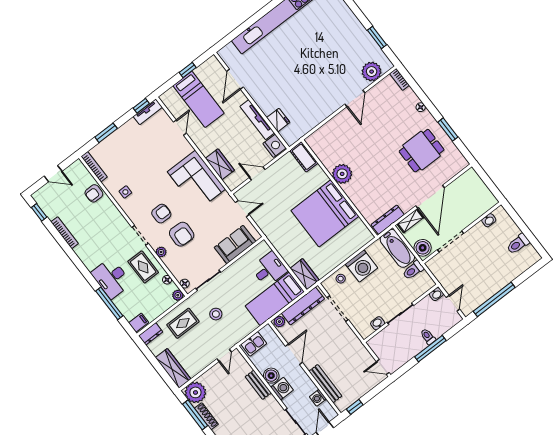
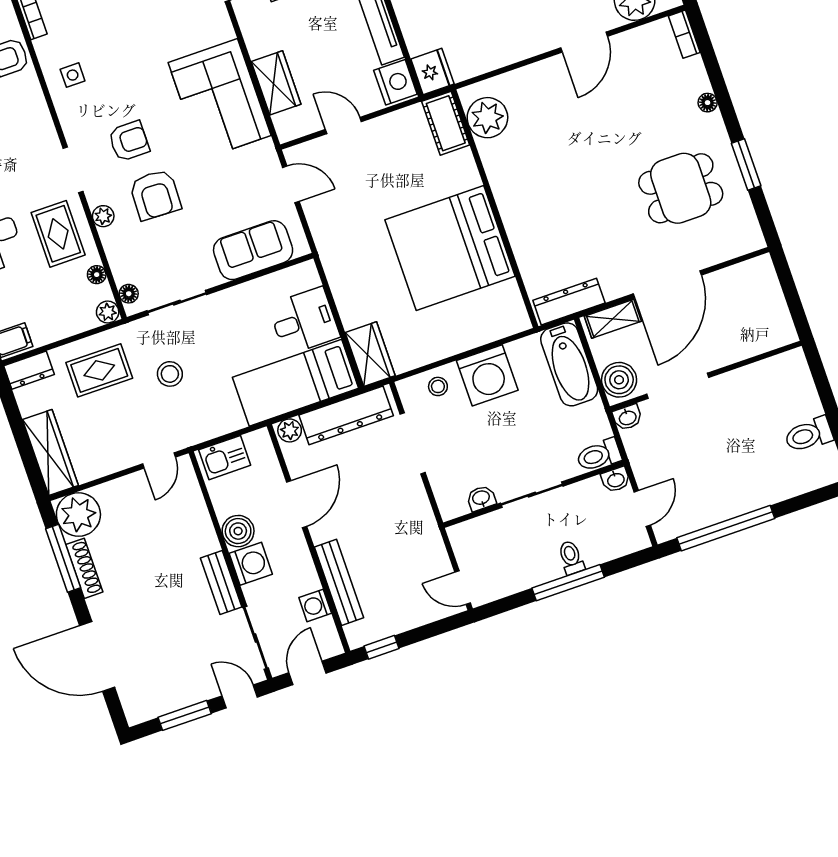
fridge: (278, 120) -> (432, 72), moved
plant: (342, 174) -> (487, 118), moved
washbasin: (489, 220) -> (627, 417), moved
toilet: (413, 270) -> (599, 455), moved
bench: (258, 385) -> (221, 582), moved

